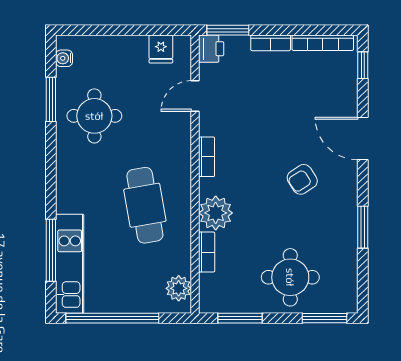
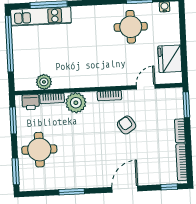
fridge: (161, 49) -> (170, 59), width x1.88, depth x1.34
printer: (211, 49) -> (31, 102), moved
door: (195, 96) -> (146, 87), hinge flipped
armchair: (302, 179) -> (127, 125), moved
cafe table: (145, 205) -> (78, 60), removed
plant: (179, 288) -> (44, 82), moved

